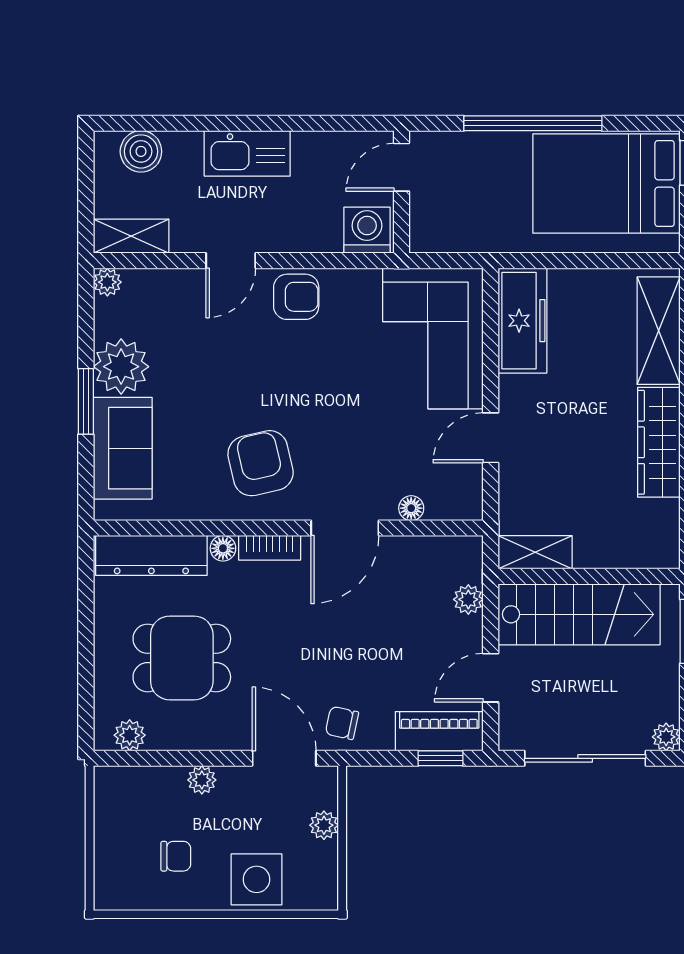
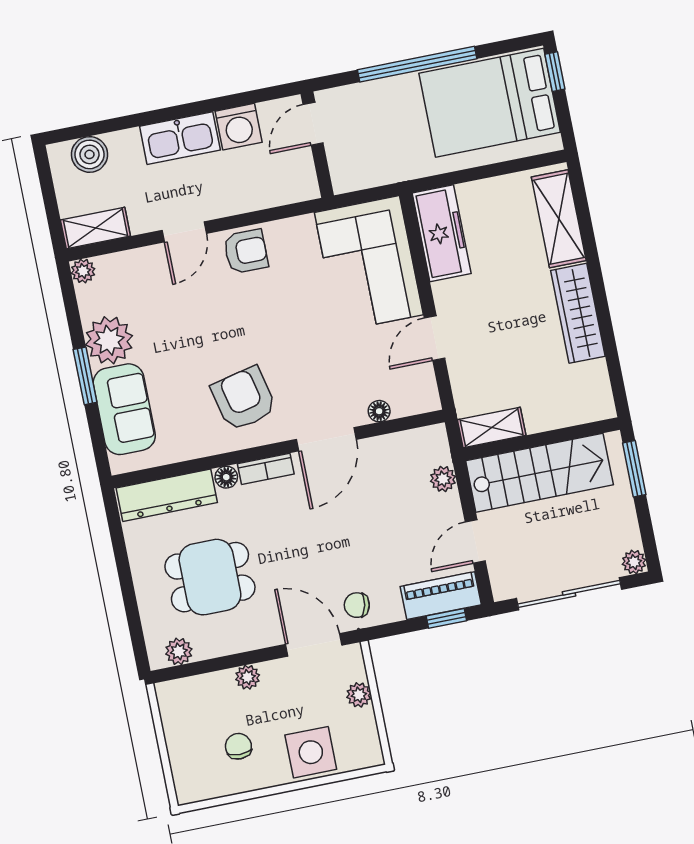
washing machine: (367, 230) -> (239, 127), moved, turned 180
chair: (176, 856) -> (238, 746), turned -90

